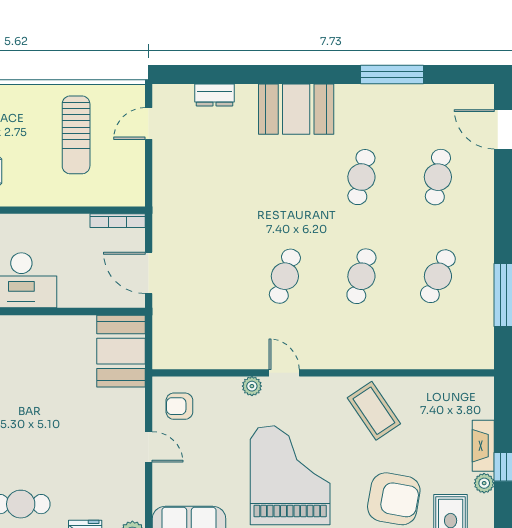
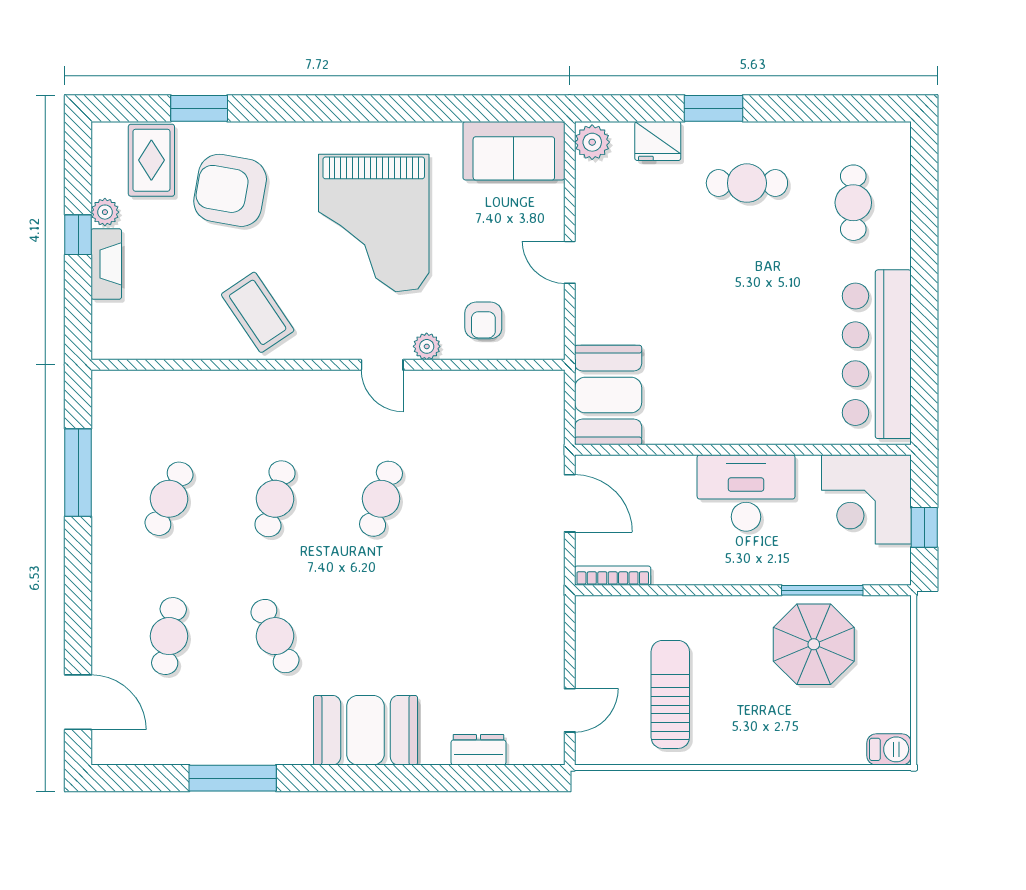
cafe table: (361, 177) -> (275, 636), turned -36
armchair: (179, 406) -> (483, 320), moved, turned 90

